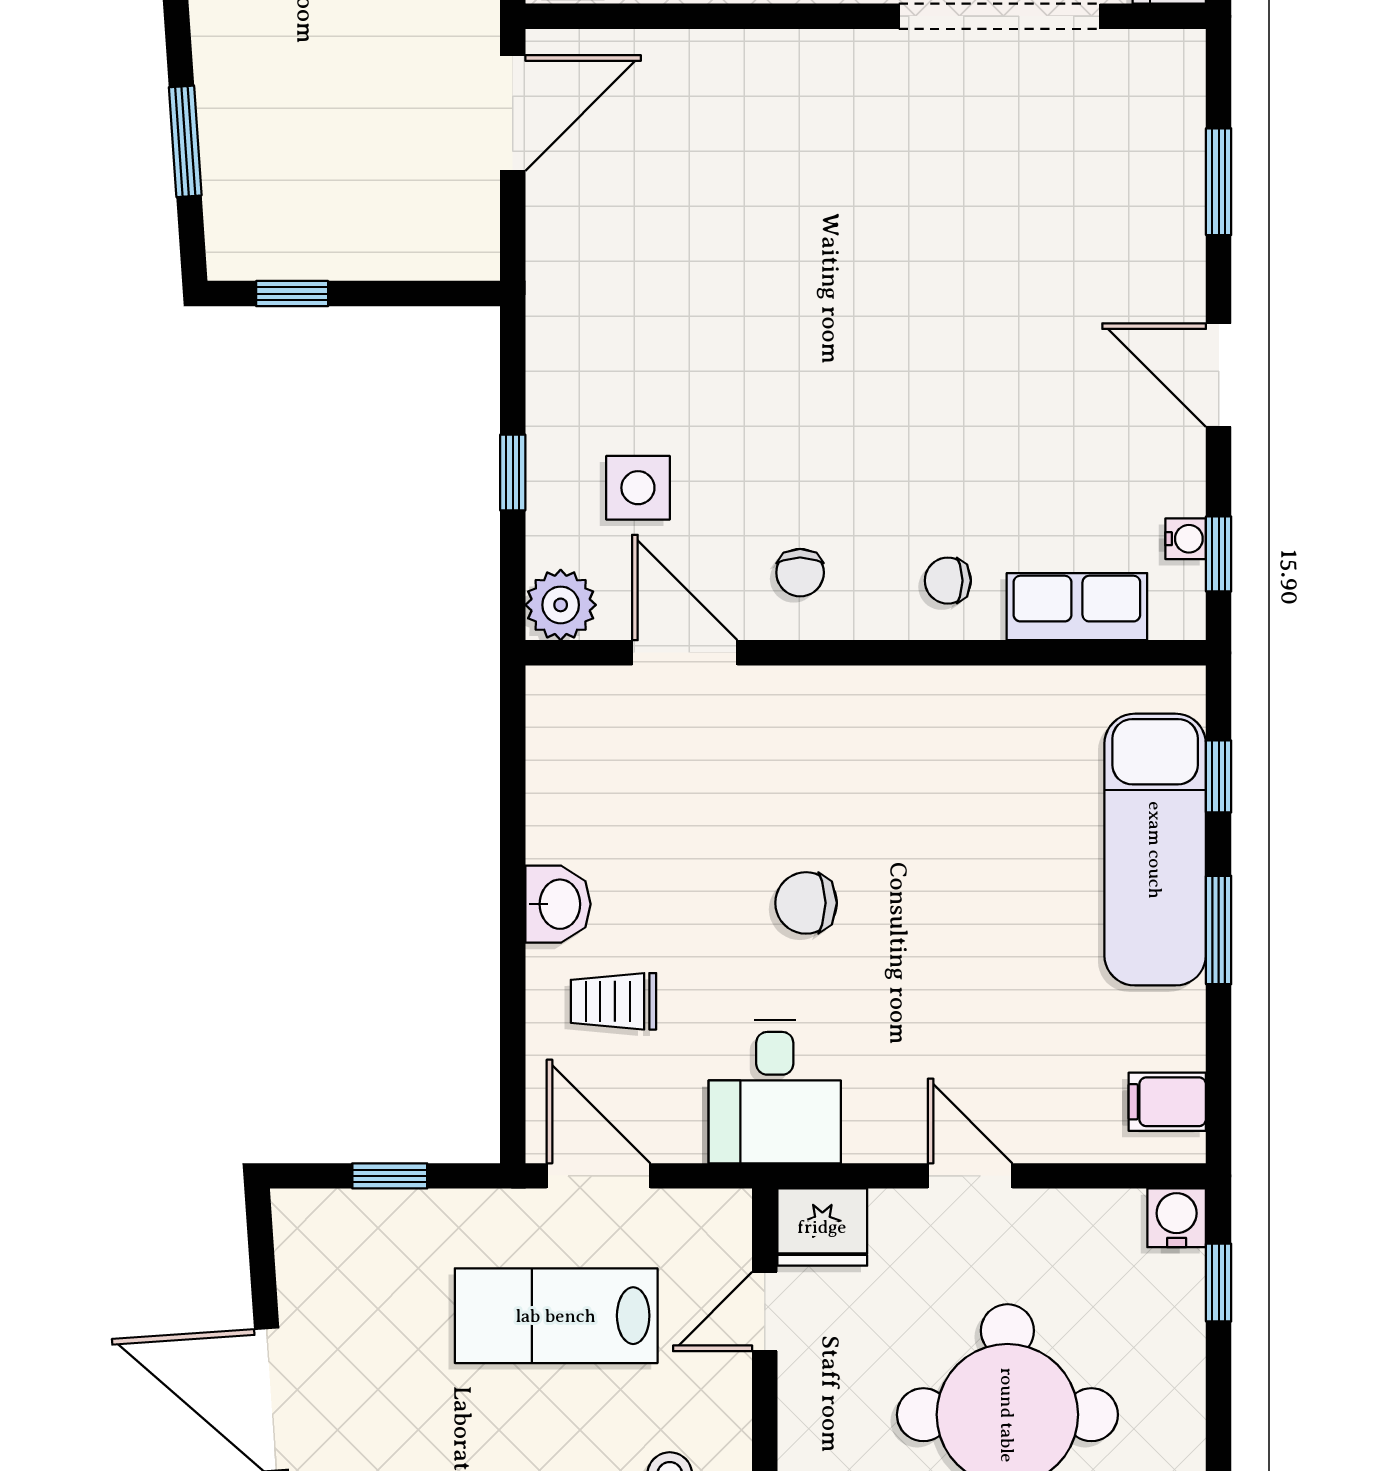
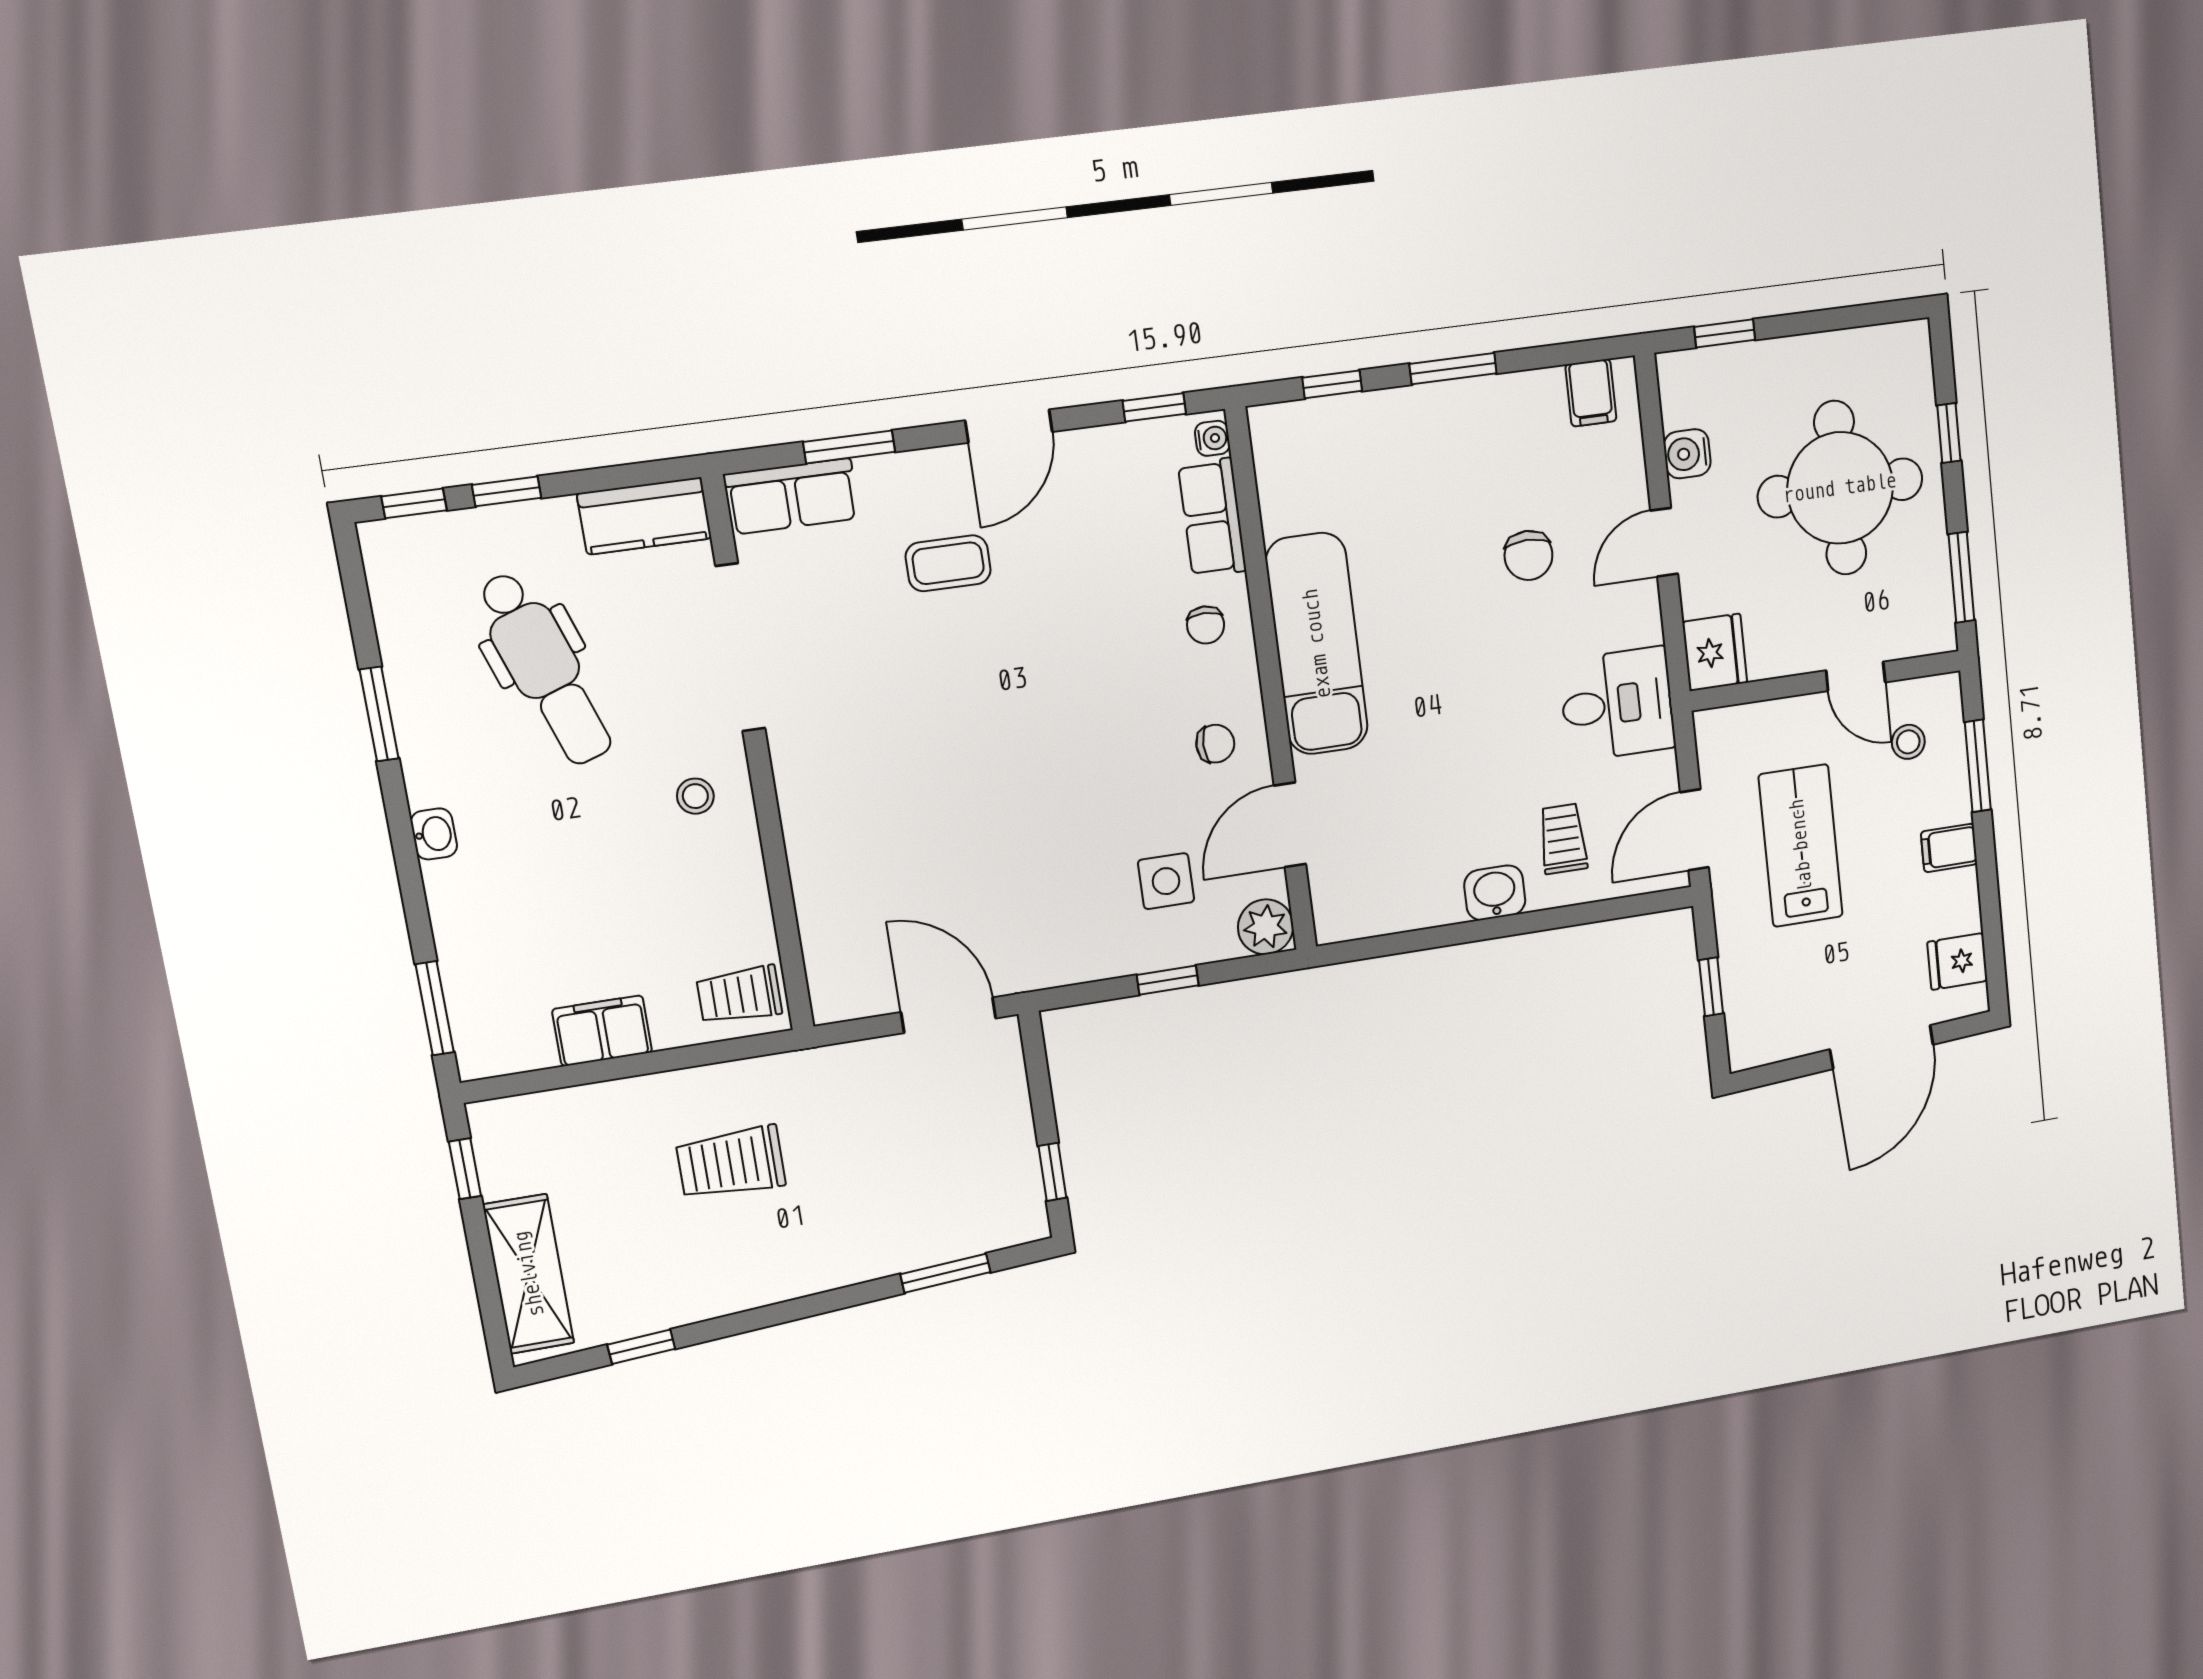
row of seats: (1170, 105) -> (792, 496), added
door: (513, 113) -> (948, 1015), moved
coffee table: (1066, 278) -> (948, 563), added
water cooler: (1186, 539) -> (1212, 438), moved, turned 90
exam couch: (1155, 850) -> (1317, 644), moved, turned -90
chair: (806, 903) -> (1529, 555), moved
trolley: (613, 1001) -> (1563, 839), turned 180
water cooler: (1177, 1218) -> (1687, 454), moved
door: (765, 1312) -> (1856, 676), moved
lab bench: (556, 1316) -> (1801, 846), turned 180

